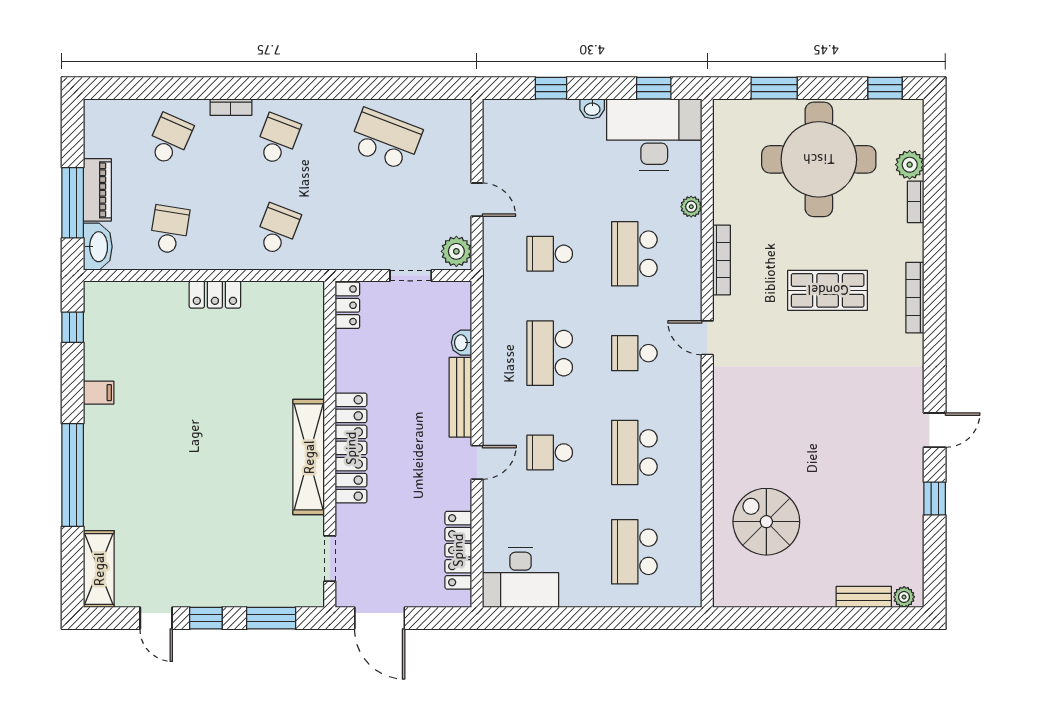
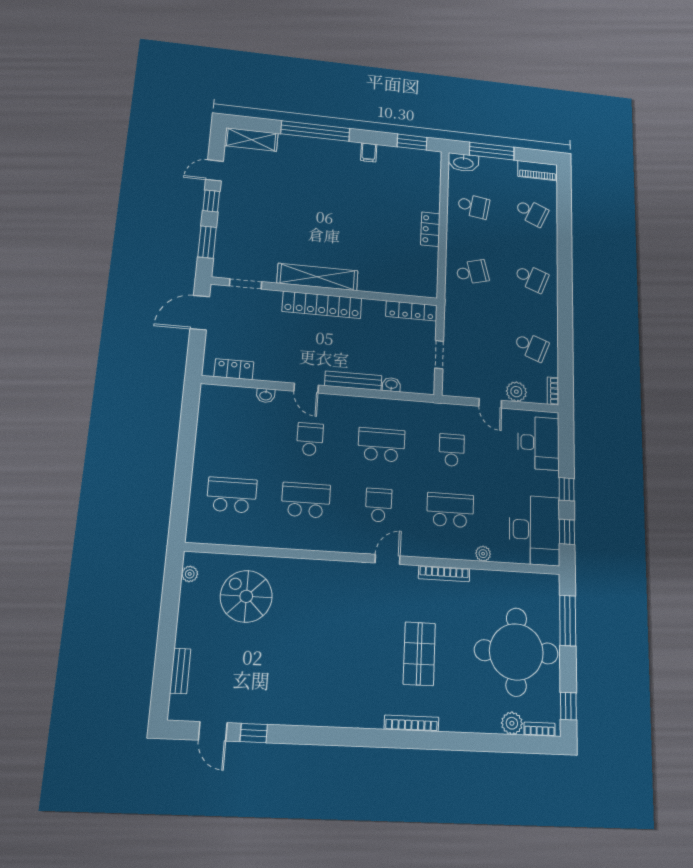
window: (551, 88) -> (567, 489), moved
window: (774, 88) -> (568, 621), width x1.44
bookcase: (231, 107) -> (553, 391), moved
washbasin: (592, 109) -> (266, 395), moved, turned -90
school desk: (385, 139) -> (531, 346), width x0.54
piano: (97, 190) -> (538, 171), moved
door: (477, 200) -> (490, 403), hinge flipped
bookcase: (916, 202) -> (540, 729), moved
school desk: (277, 230) -> (472, 272), turned -36
plant: (456, 251) -> (516, 392), moved
locker: (347, 305) -> (411, 311), width x1.53
window: (73, 327) -> (412, 142), width x1.50
door: (935, 430) -> (213, 731), moved
spiral stairs: (766, 522) -> (246, 596), turned -90
locker: (458, 550) -> (234, 369), width x0.66
desk: (520, 577) -> (538, 443), moved, turned 180
plant: (904, 597) -> (190, 574), moved

